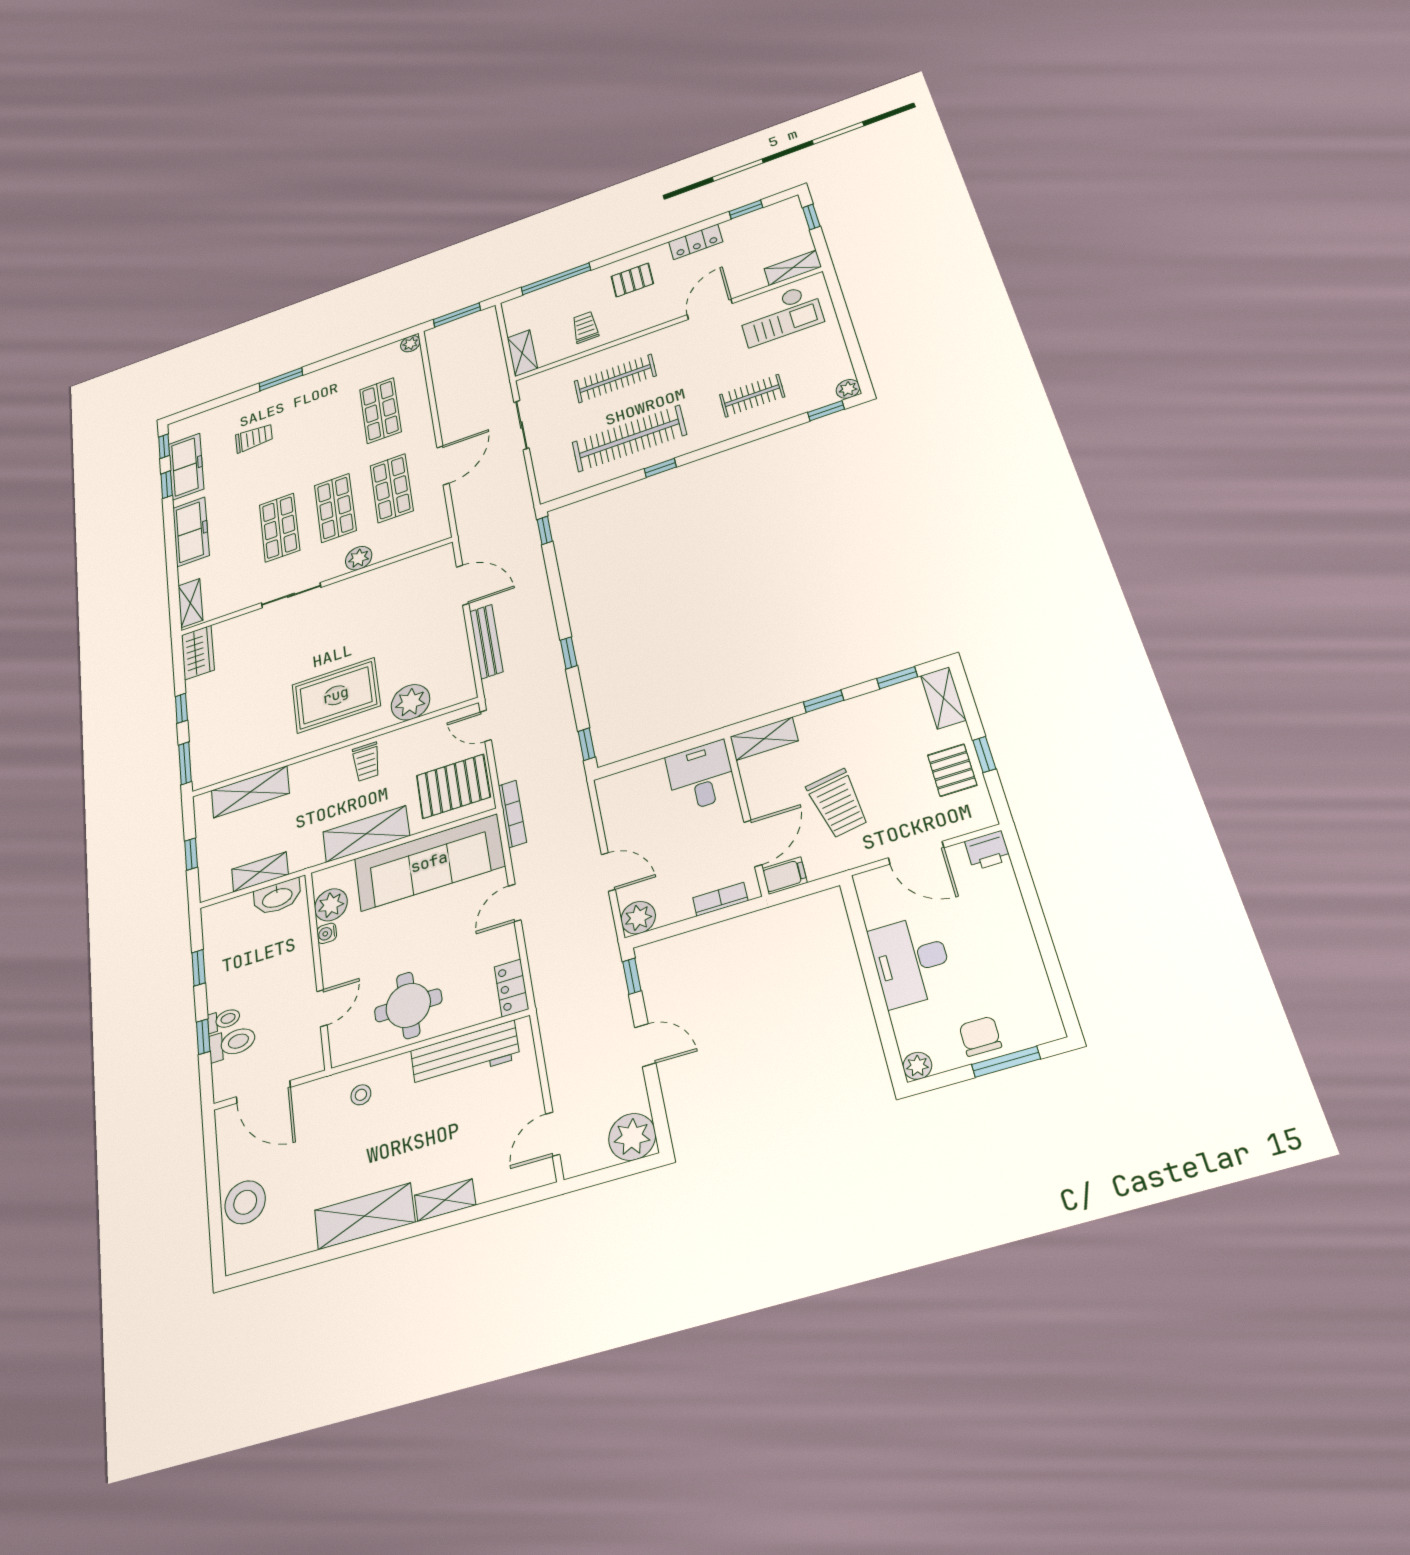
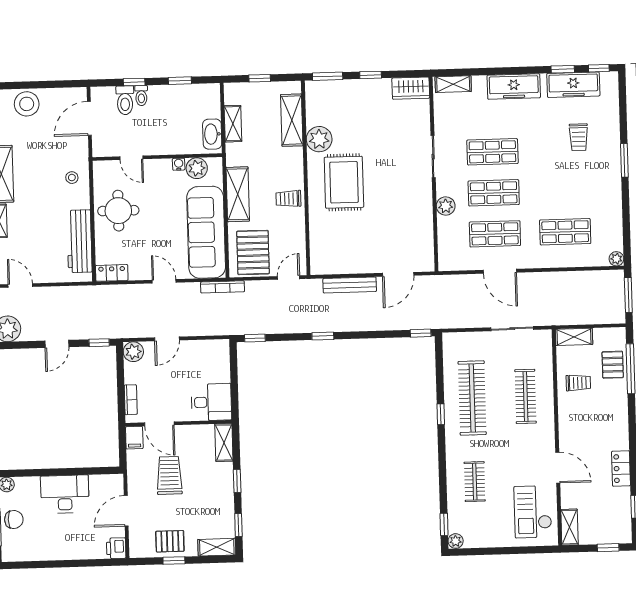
pallet: (632, 280) -> (613, 365), moved
plant: (410, 702) -> (319, 139), moved
trolley: (838, 803) -> (169, 475), turned 100

